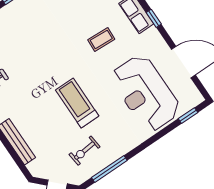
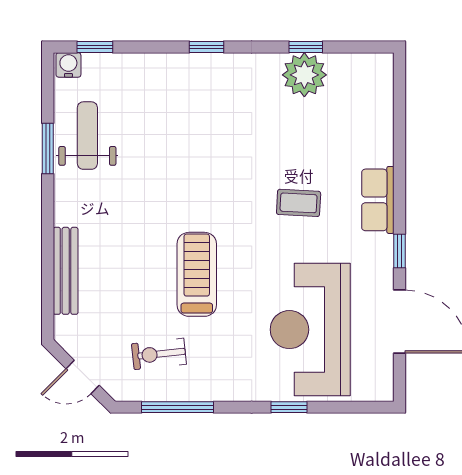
window: (154, 18) -> (400, 251), moved
window: (188, 116) -> (289, 407), moved

